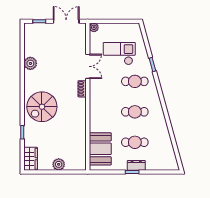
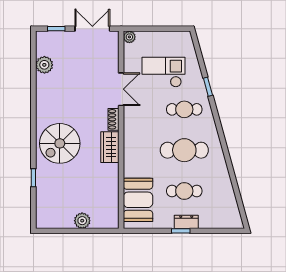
plant: (30, 63) -> (44, 65), moved
cafe table: (135, 112) -> (184, 150), width x1.37, depth x1.35
wardrobe: (31, 159) -> (110, 147), moved, turned 180

